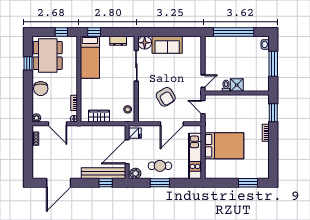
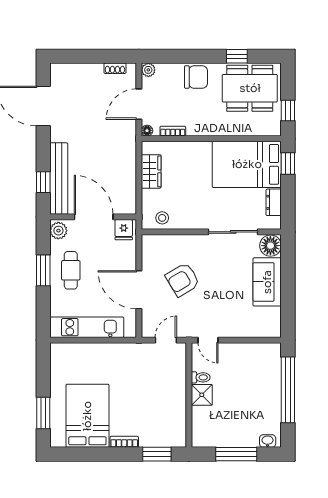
bed: (90, 57) -> (247, 164), width x1.50
chair: (41, 89) -> (196, 77), turned 180
bed: (224, 146) -> (87, 416), moved, turned 180

